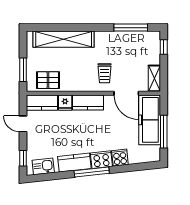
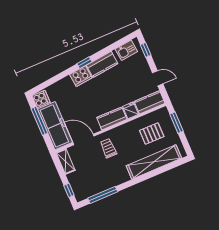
pallet: (48, 80) -> (152, 133), moved
cooker: (120, 158) -> (41, 99), moved, turned -84
window: (92, 172) -> (84, 63), width x0.46

